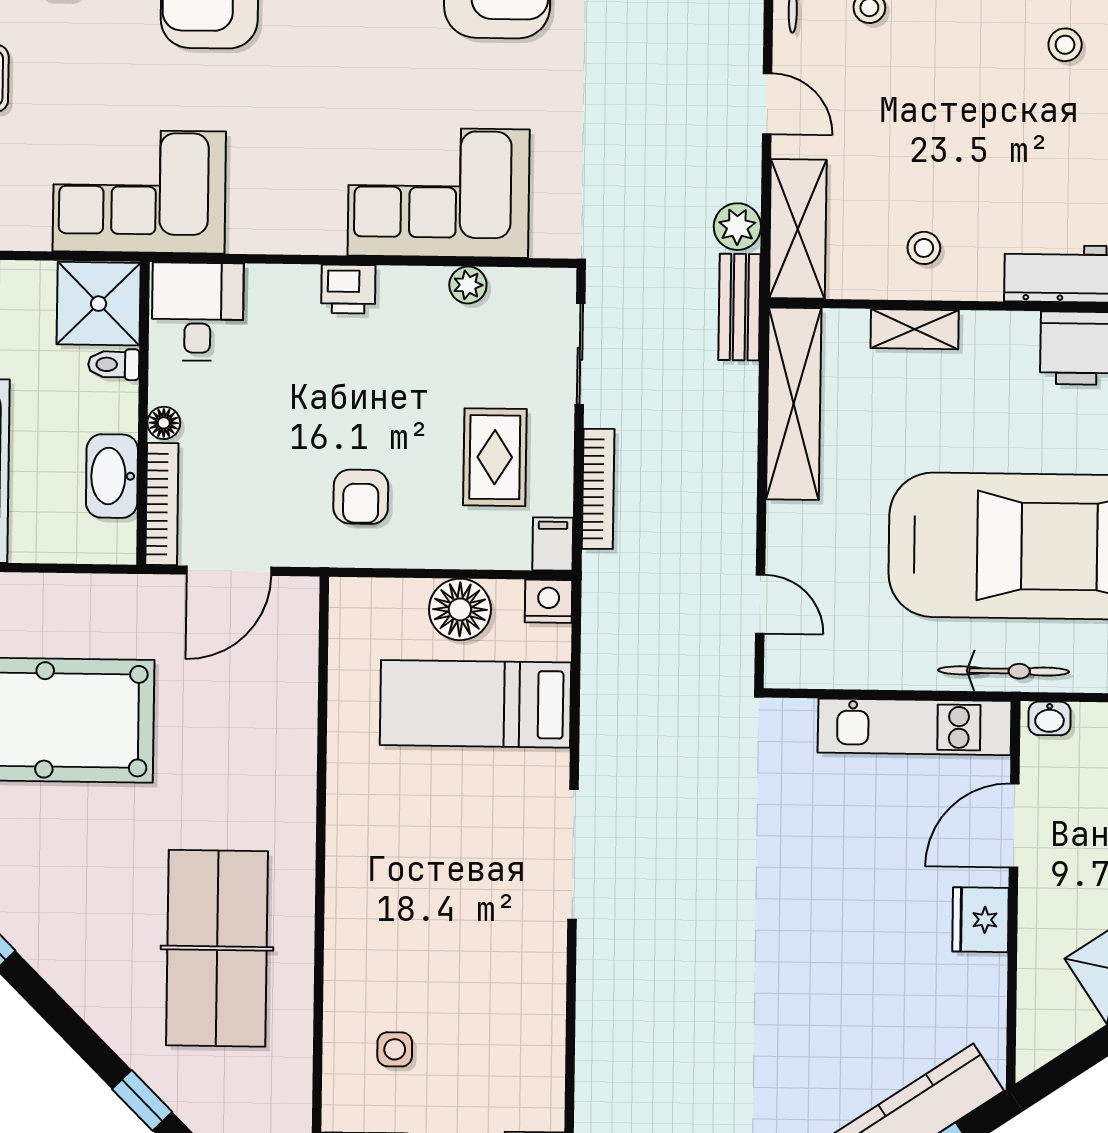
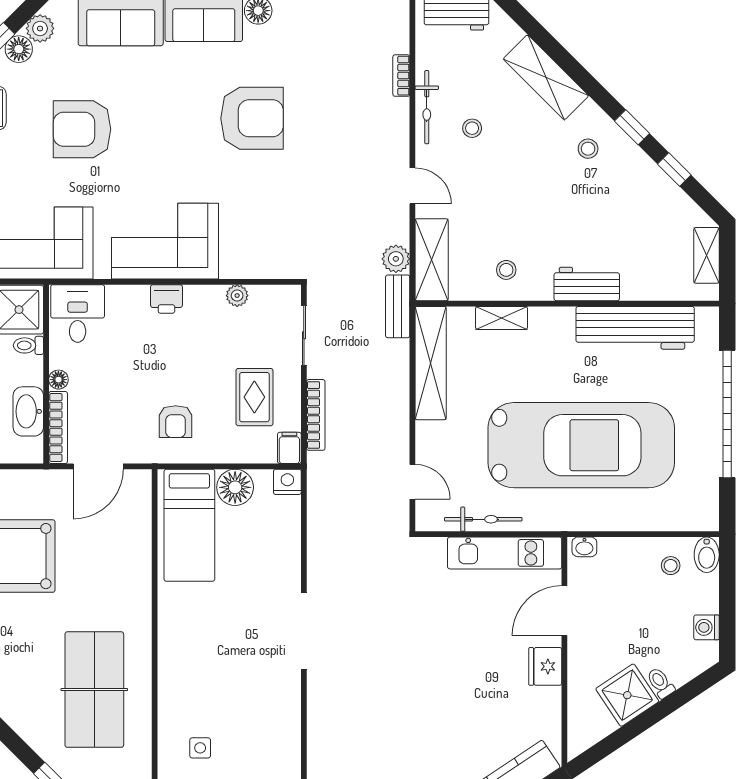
corner sofa: (439, 192) -> (165, 241), moved
bicycle: (1003, 671) -> (483, 519), moved
bed: (476, 704) -> (189, 525), moved, turned -90

